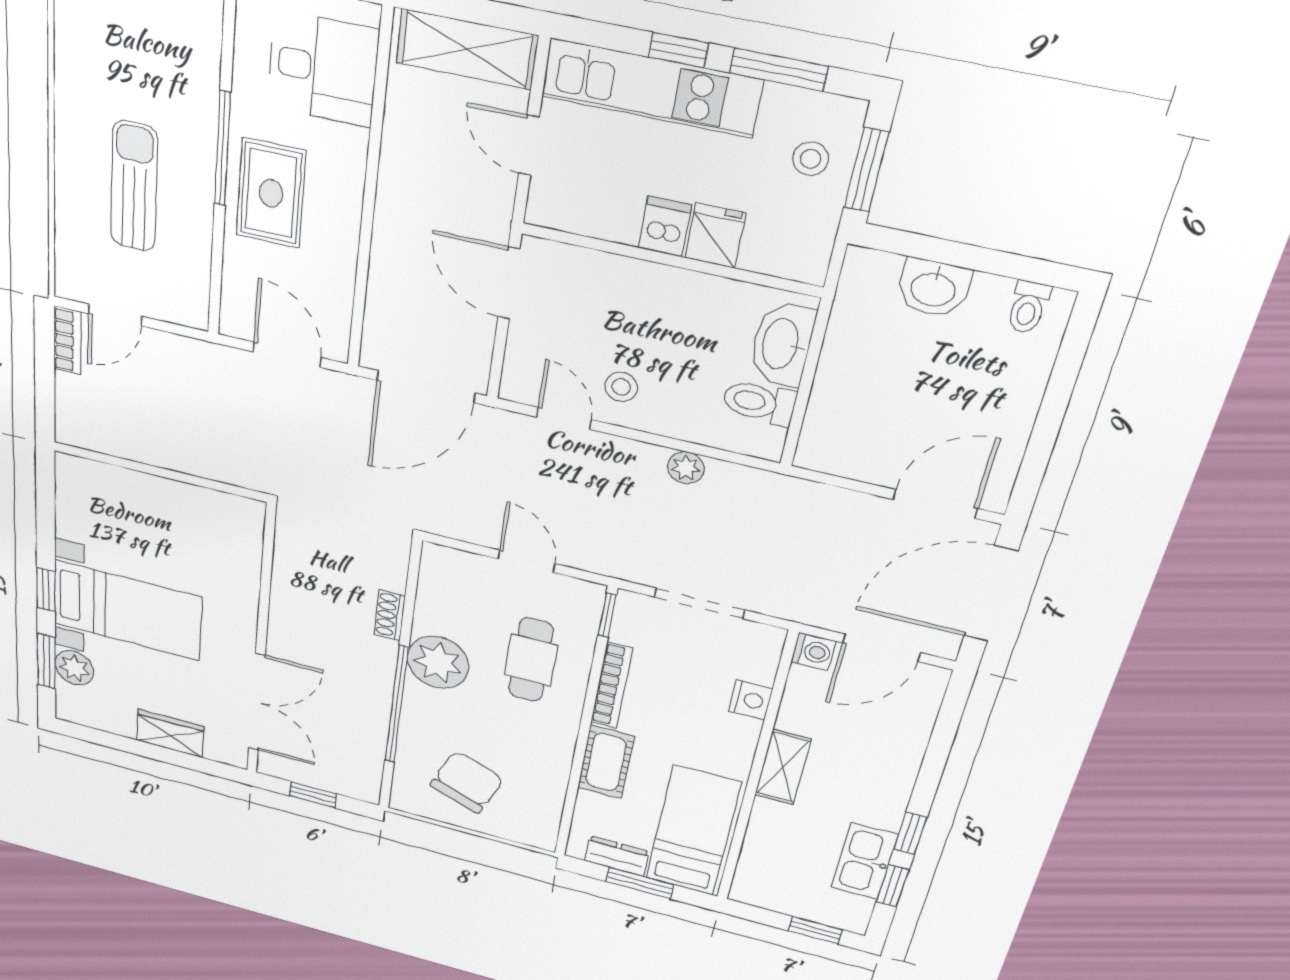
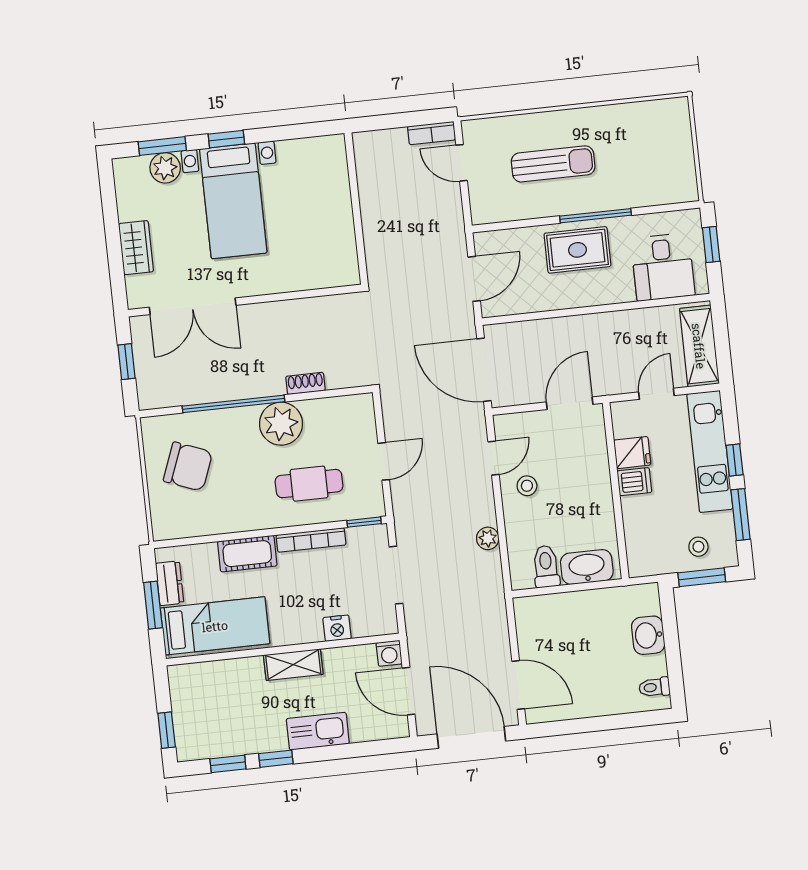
fridge: (715, 236) -> (632, 453), moved
kitchen sink: (864, 861) -> (318, 731), moved

